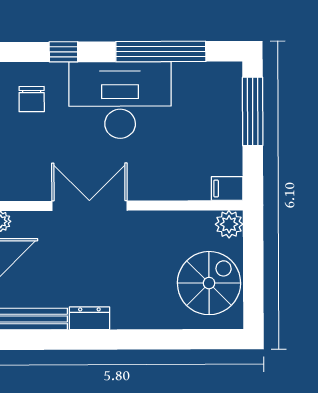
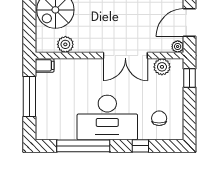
window: (253, 111) -> (29, 97), moved
plant: (27, 187) -> (162, 67), added
plant: (229, 224) -> (65, 44), moved

